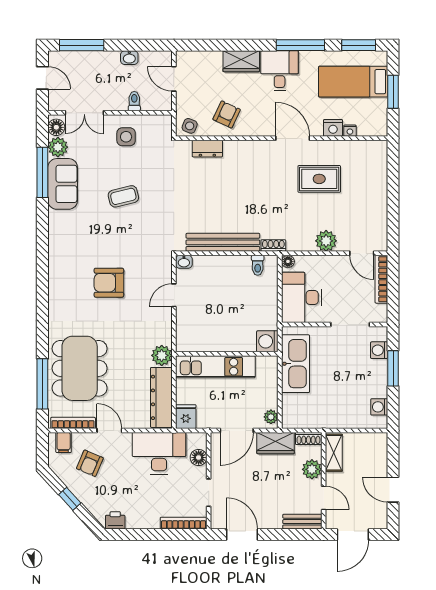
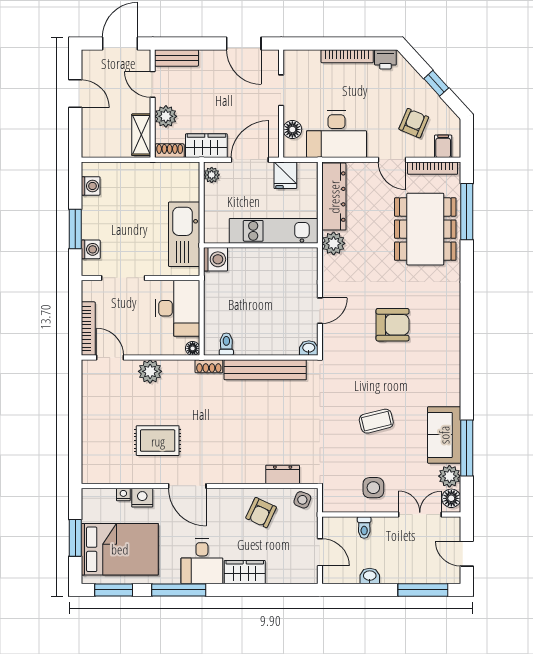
bed: (353, 82) -> (120, 549), width x1.50
fridge: (186, 417) -> (285, 175), moved
bookcase: (184, 523) -> (347, 56), moved

